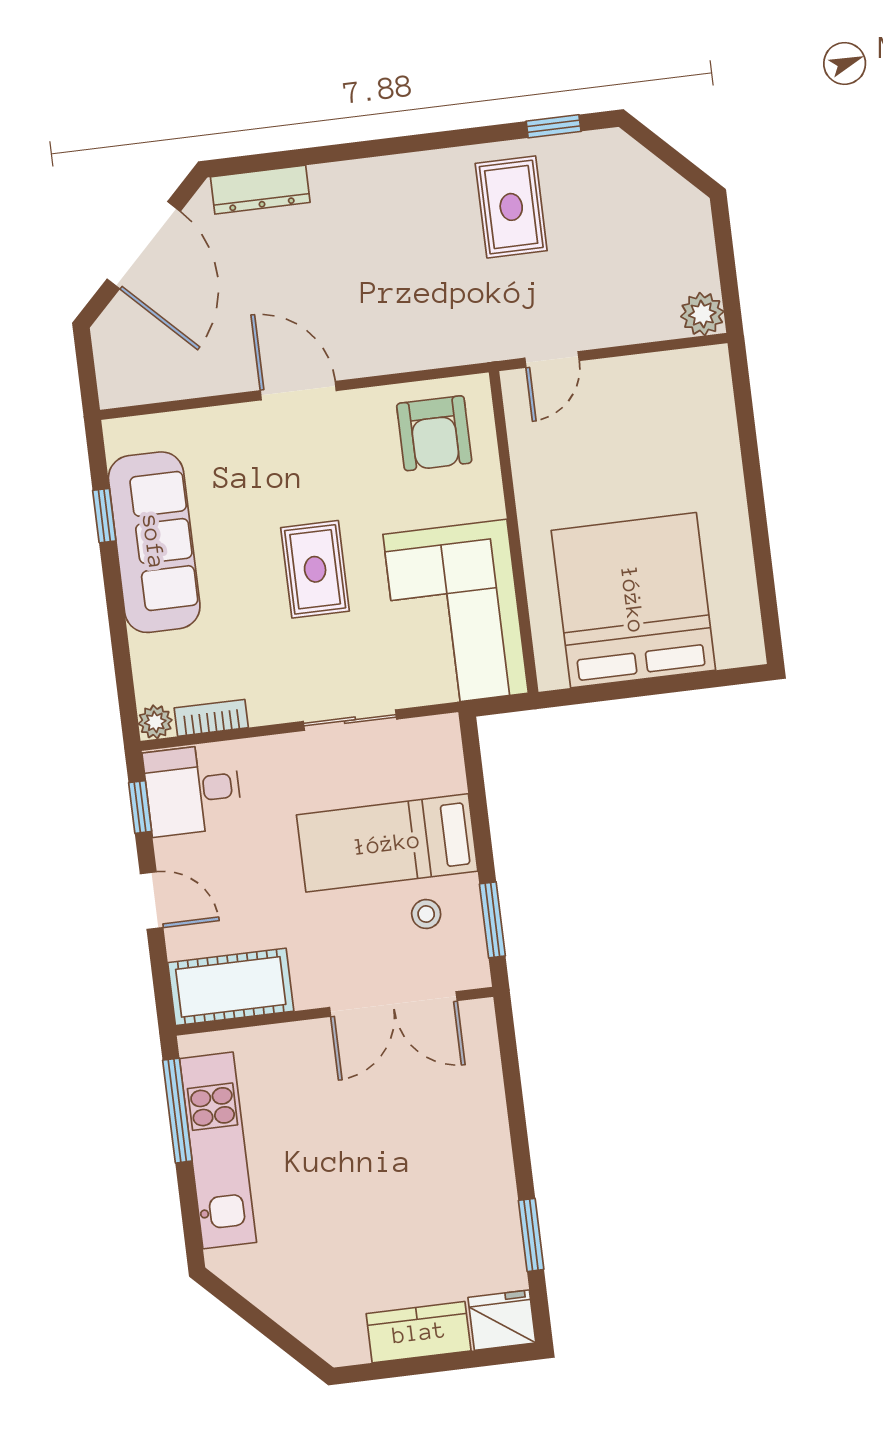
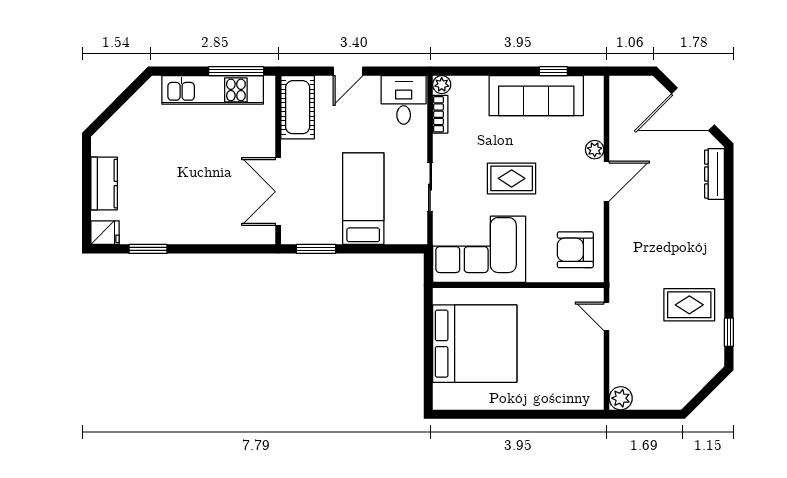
plant: (242, 420) -> (595, 150), added
window: (140, 807) -> (398, 71), removed
stool: (426, 914) -> (323, 215), removed
fridge: (502, 1320) -> (105, 233), width x0.72

